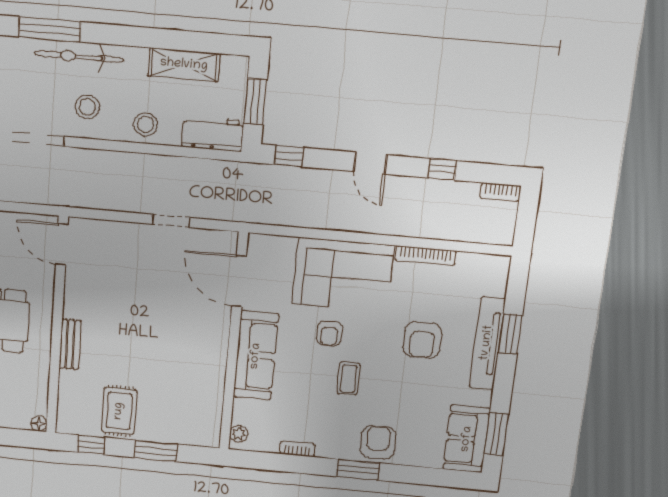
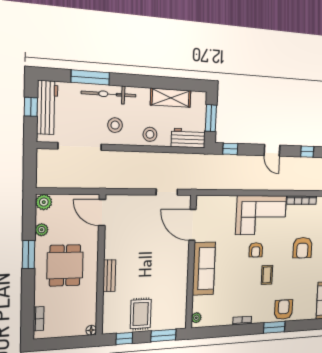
door: (239, 281) -> (192, 225), moved
wall: (234, 342) -> (191, 262), moved
sofa: (256, 356) -> (204, 269), moved
plant: (239, 434) -> (196, 318), moved

